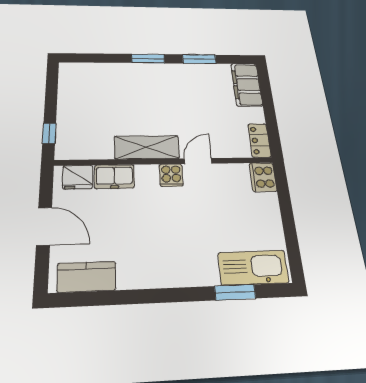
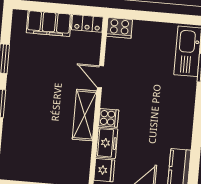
filing cabinet: (247, 85) -> (49, 24), moved
cooker: (171, 175) -> (109, 118), moved

